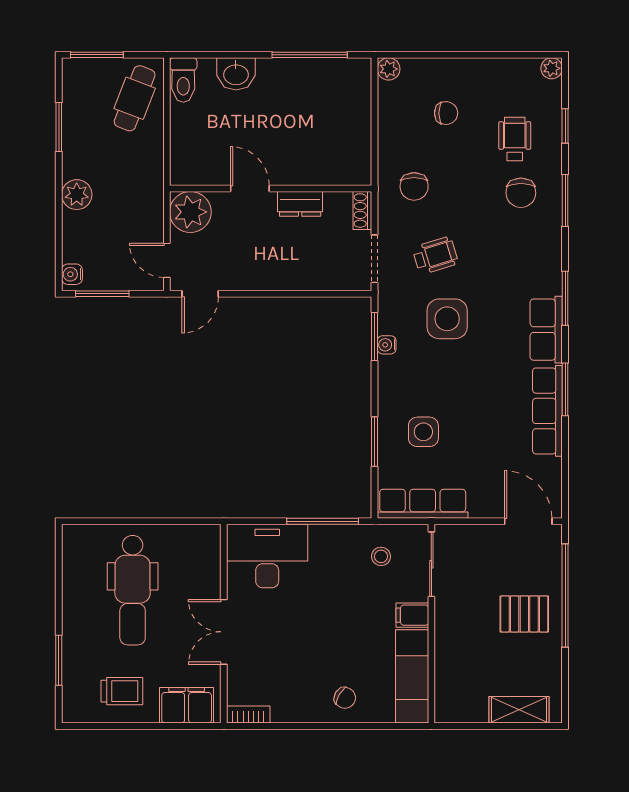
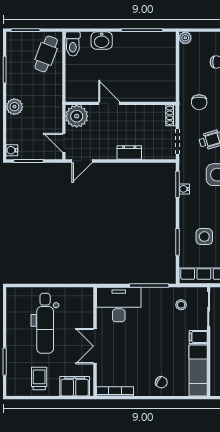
dresser: (300, 204) -> (129, 153), moved, turned 180
trolley: (122, 691) -> (39, 379), turned -90
bookcase: (248, 715) -> (115, 391), width x1.56

